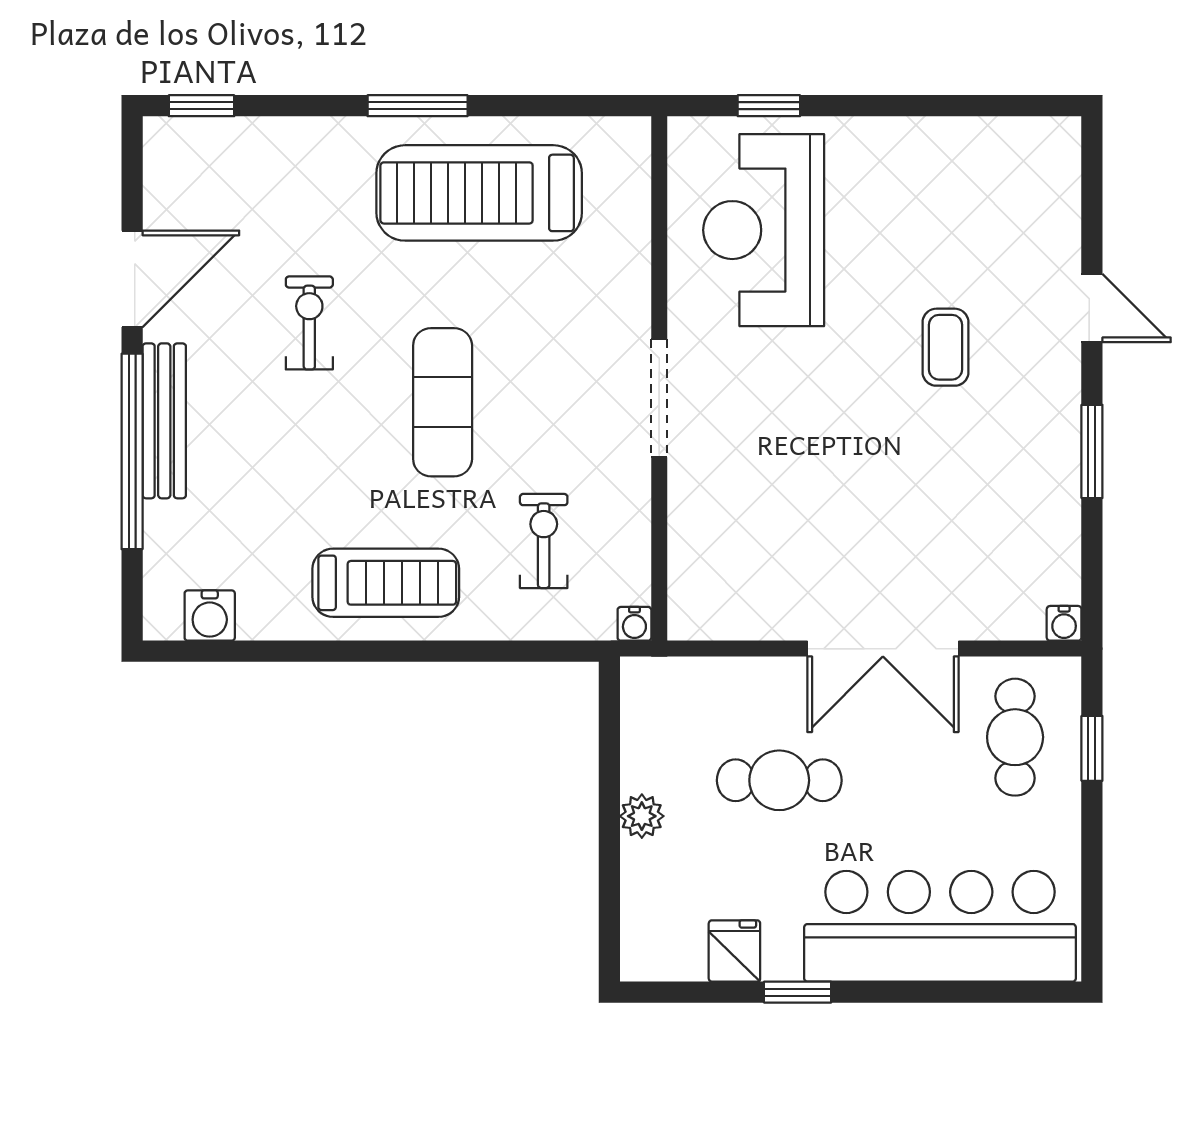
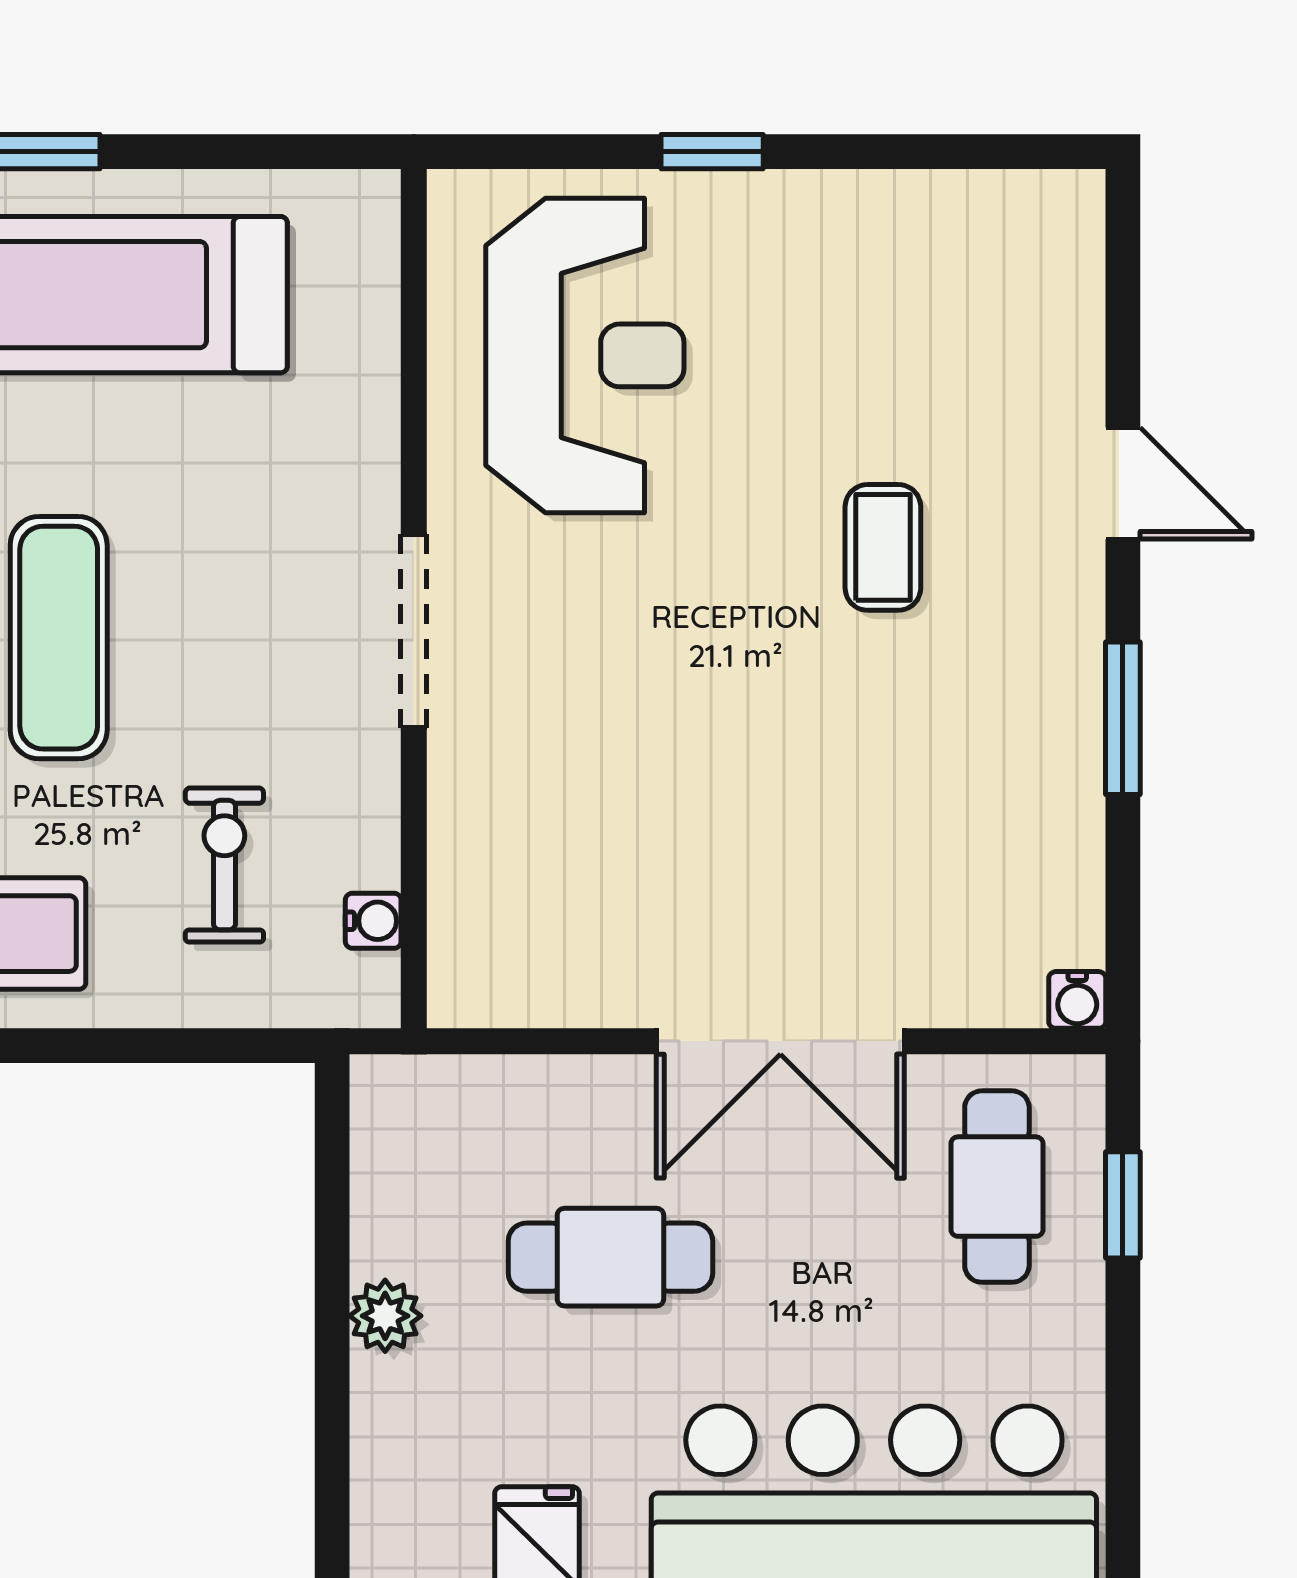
window: (769, 106) -> (712, 152), moved
reception desk: (764, 230) -> (585, 355), turned 180
water cooler: (634, 624) -> (373, 921), moved, turned -90

